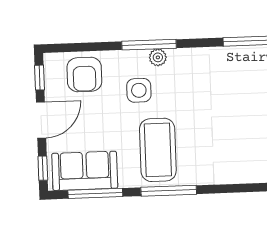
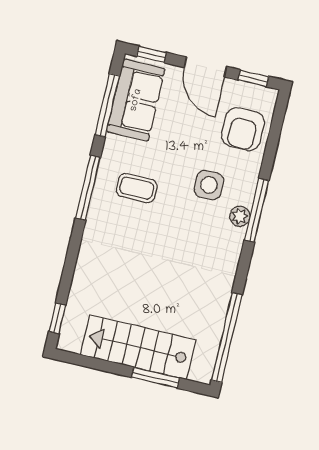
armchair: (84, 74) -> (243, 129), turned -90
coffee table: (158, 150) -> (137, 188), width x0.54, depth x0.58

